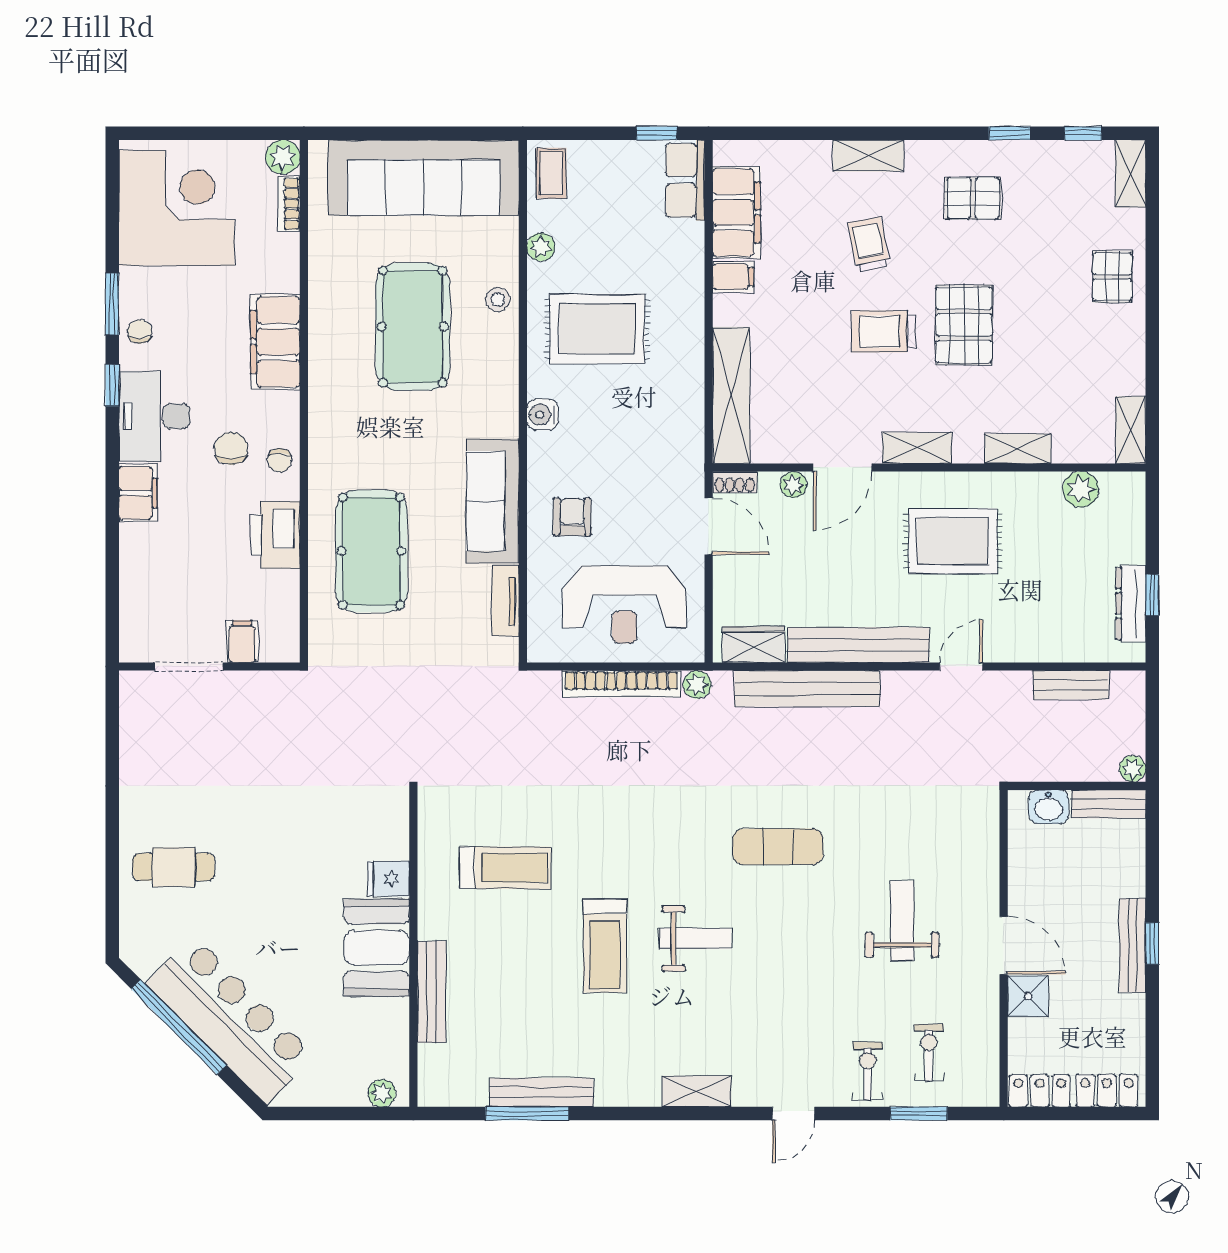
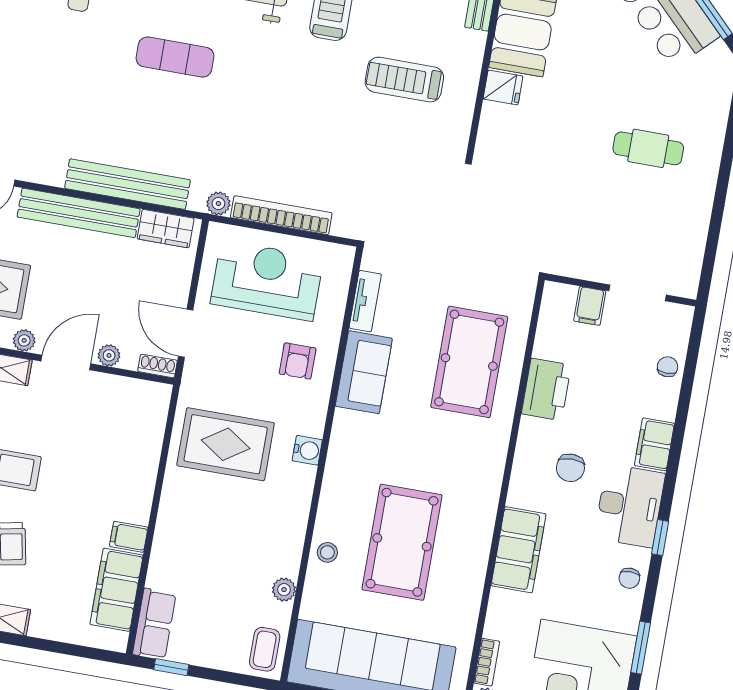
window: (112, 304) -> (641, 648), moved
rug: (597, 329) -> (226, 444), moved
shelving: (731, 395) -> (148, 439), removed
chair: (280, 460) -> (667, 367), moved
plant: (896, 485) -> (24, 340), added
sofa: (492, 501) -> (364, 372), width x0.73
cafe table: (174, 867) -> (648, 148), moved

